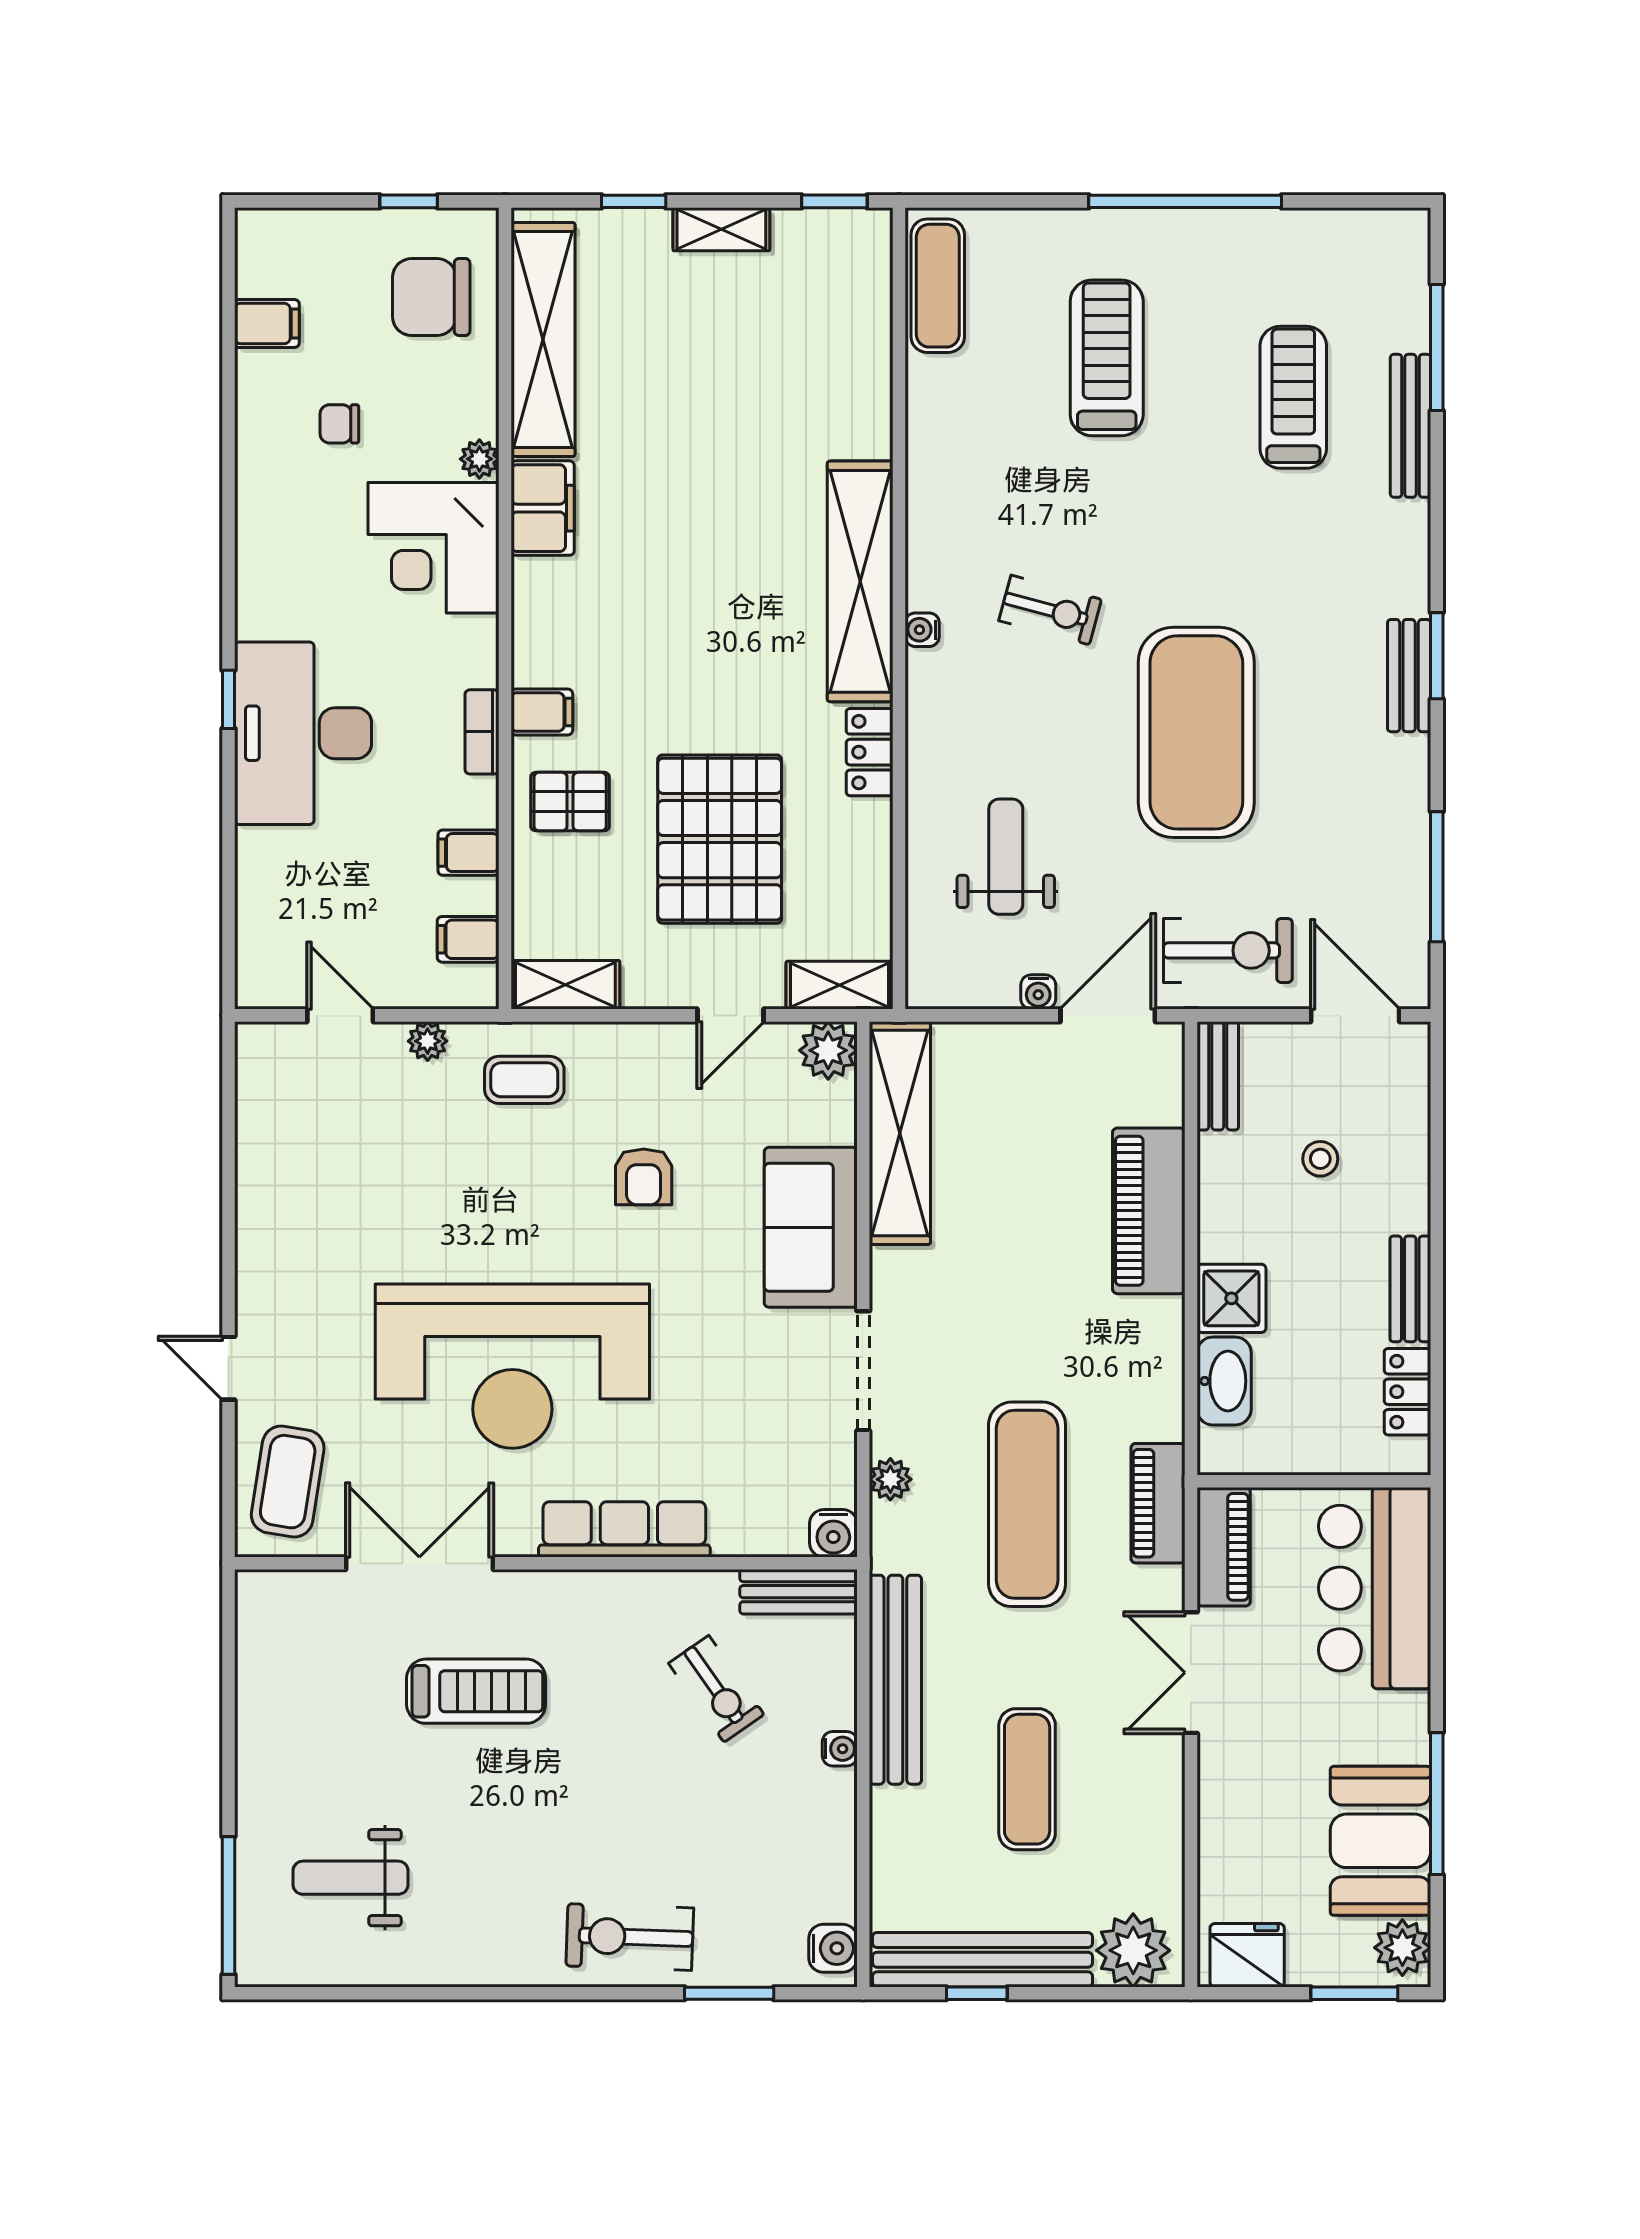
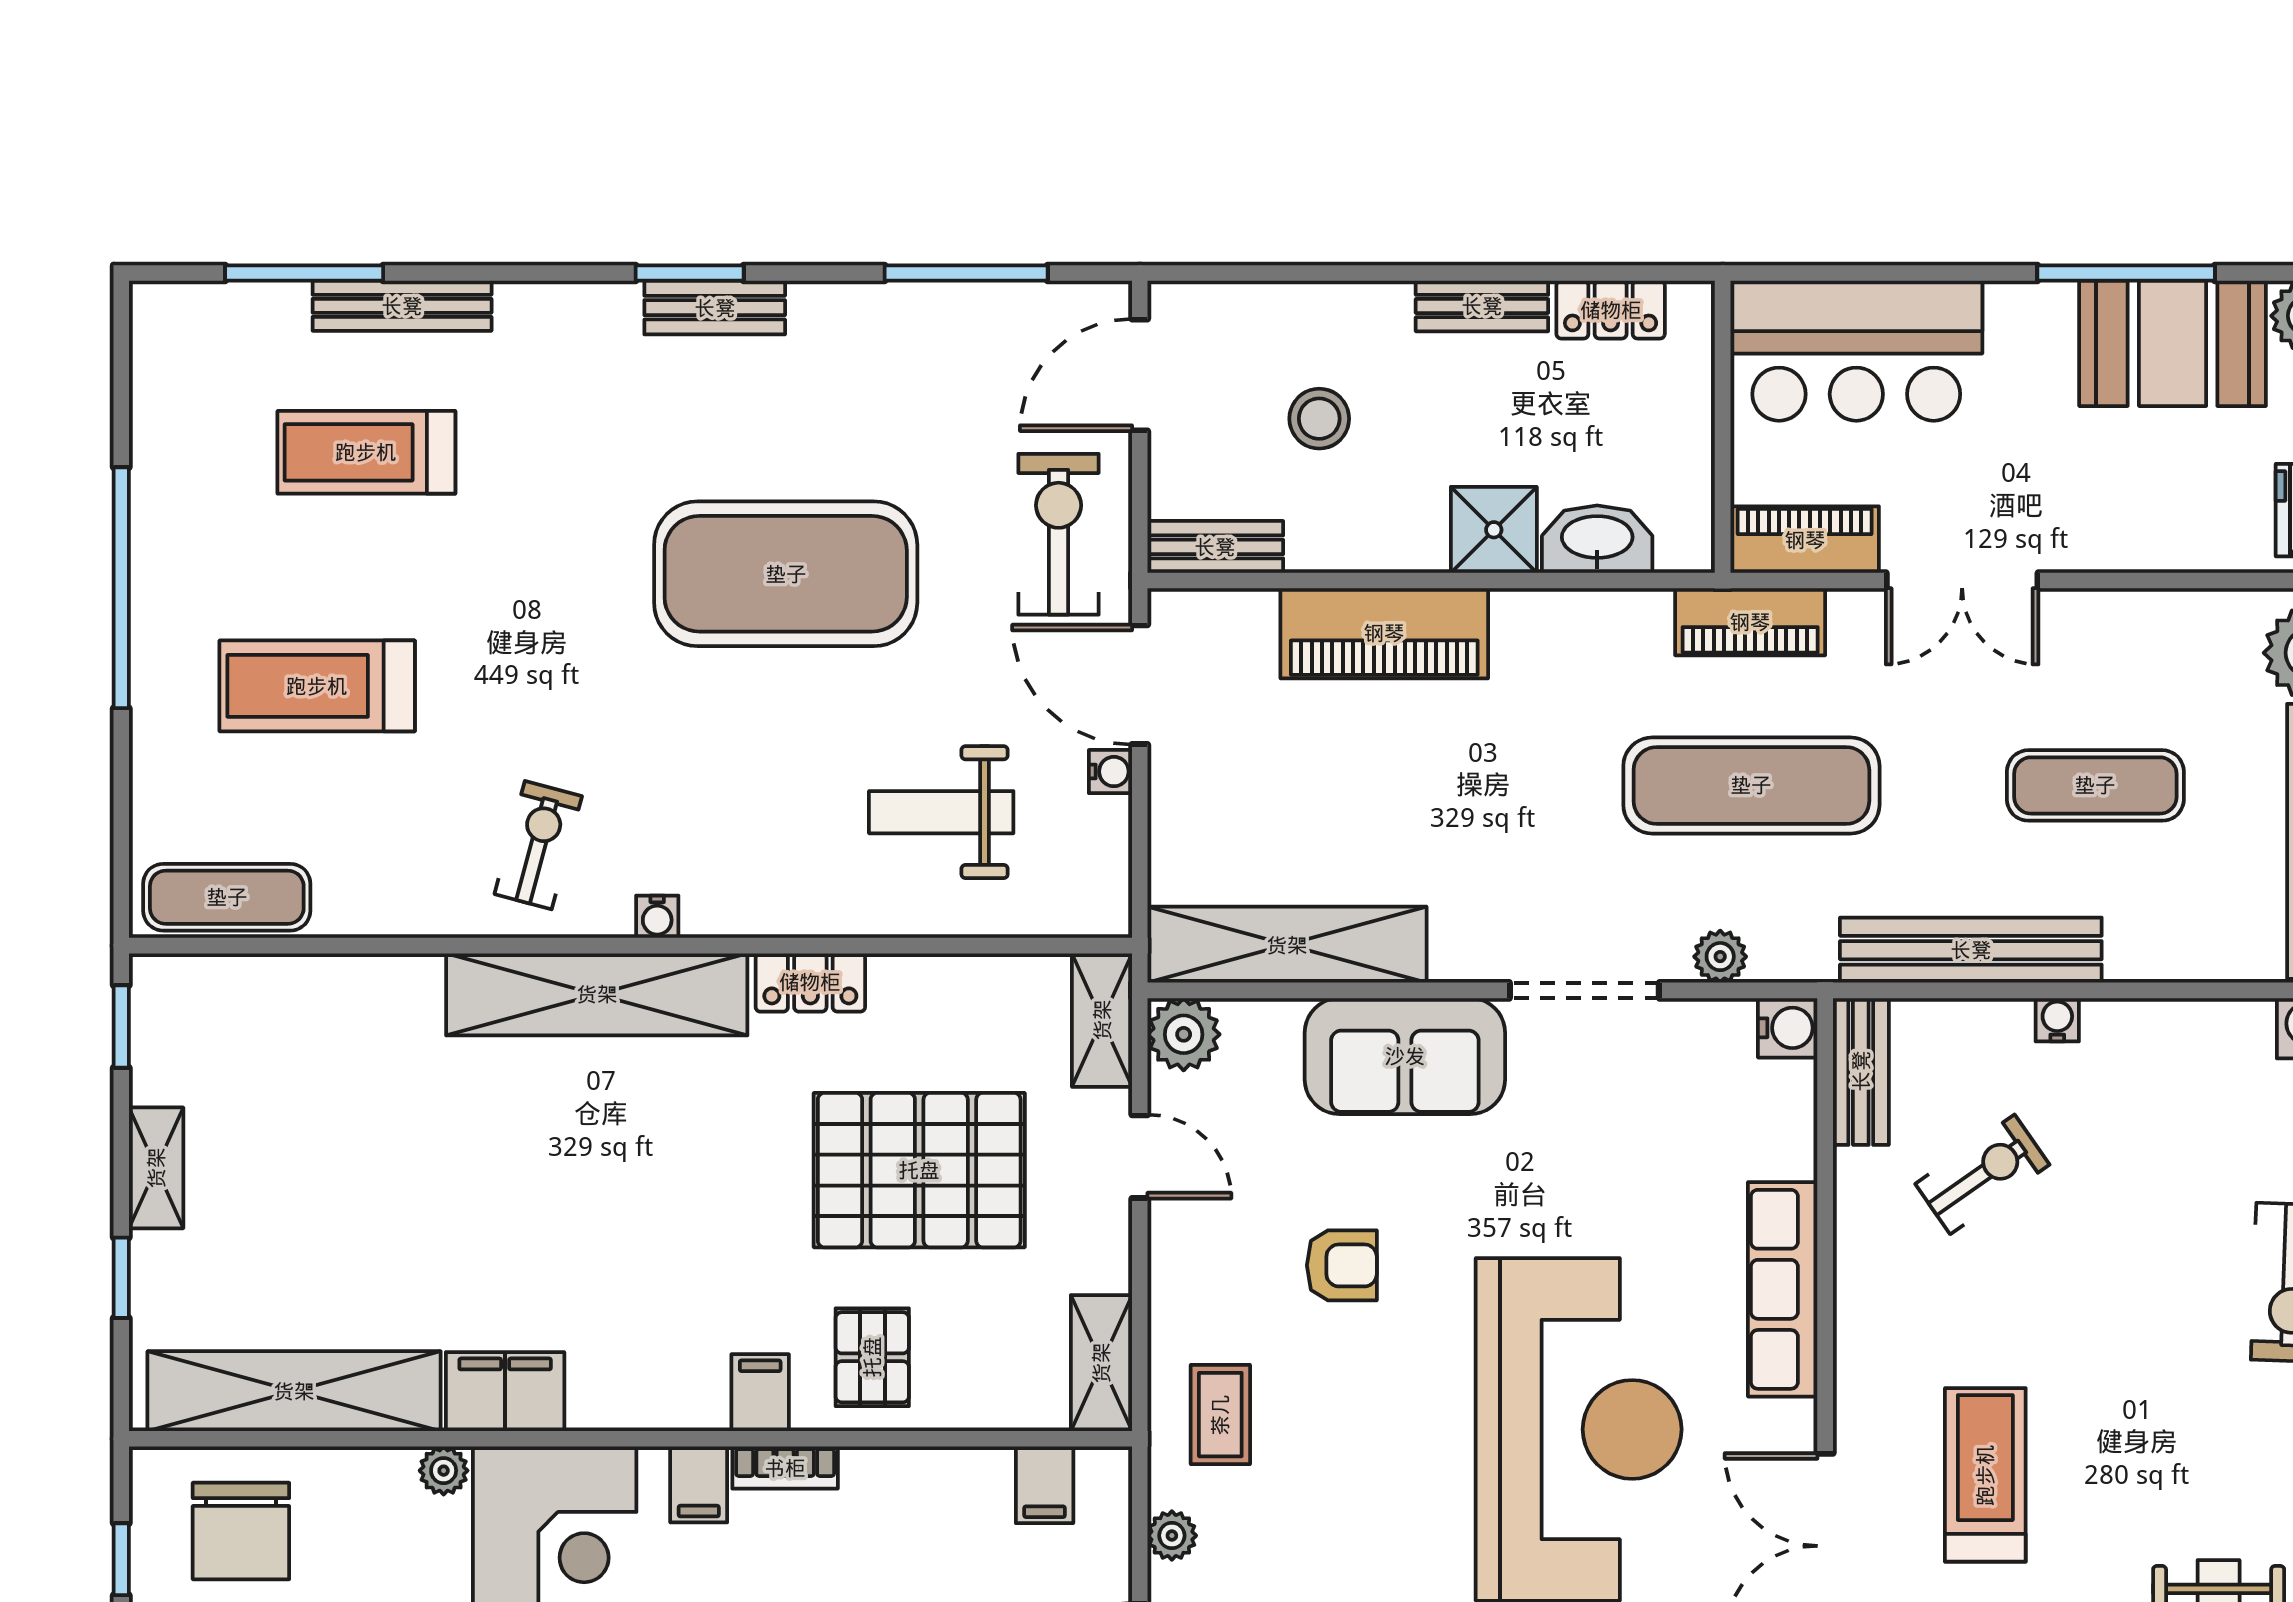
exercise bike: (1050, 610) -> (538, 845), moved
filing cabinet: (468, 853) -> (699, 1484), moved
stool: (1320, 1159) -> (1319, 419), width x1.37, depth x1.37

